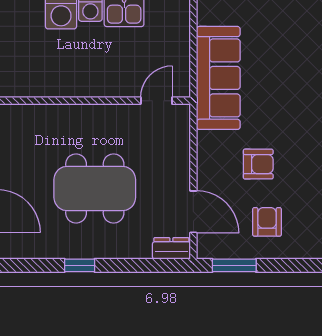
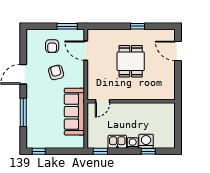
armchair: (258, 164) -> (56, 72), turned 75
dining table: (95, 188) -> (131, 61), width x0.73
dresser: (171, 248) -> (96, 34), removed

